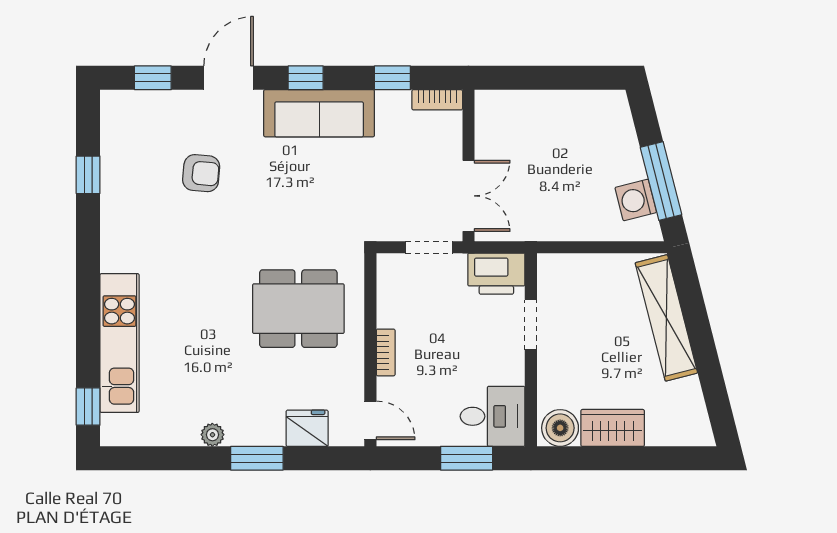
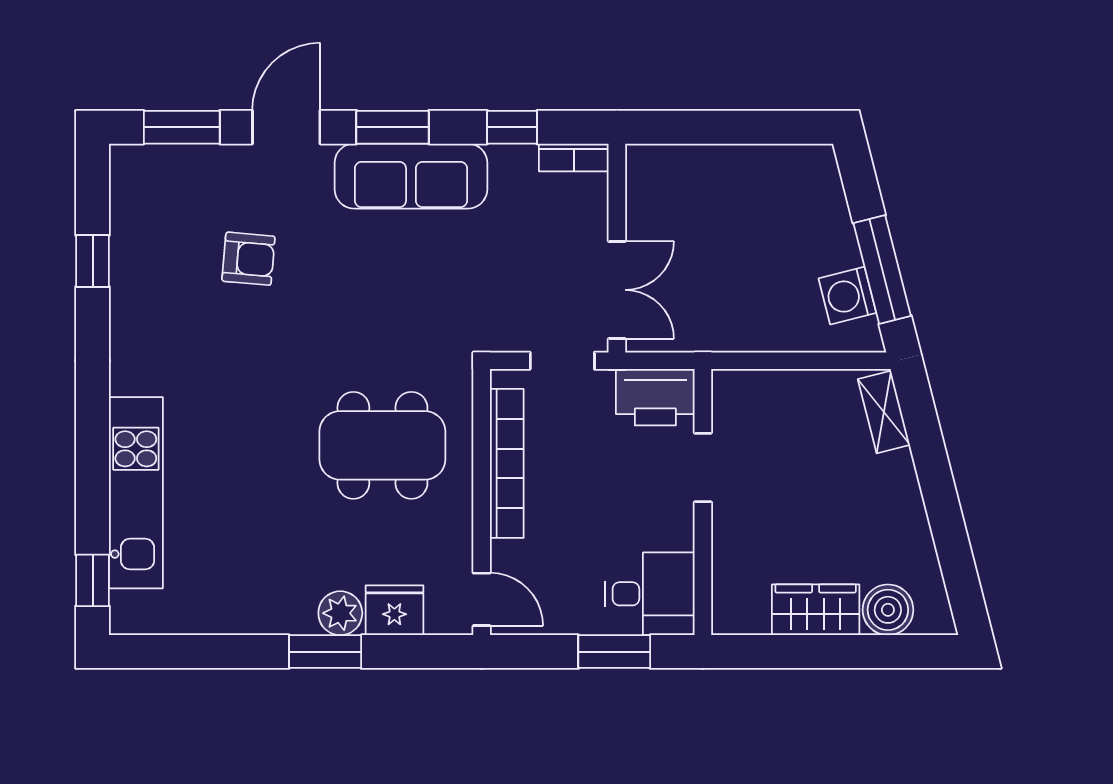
window: (153, 78) -> (182, 127), width x1.50
window: (306, 78) -> (393, 127), width x1.50
shelving: (666, 318) -> (884, 412), width x0.45, depth x0.75
bookcase: (386, 352) -> (507, 463), width x2.31, depth x1.31
boiler: (560, 428) -> (888, 610), moved
plant: (212, 435) -> (340, 613), moved, width x1.38, depth x1.38

